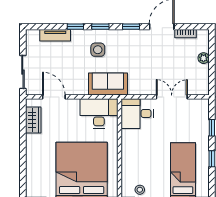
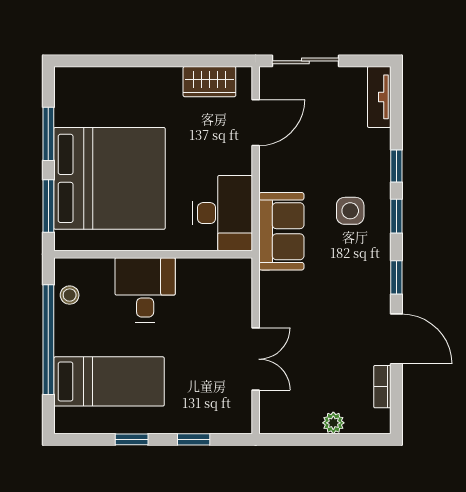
tv unit: (55, 35) -> (379, 97), moved
desk: (137, 114) -> (145, 290), moved

